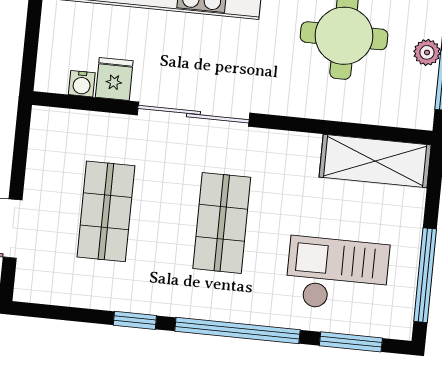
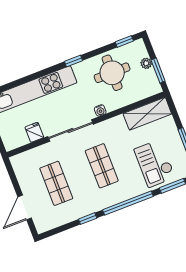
water cooler: (82, 84) -> (100, 110), moved
checkout: (337, 275) -> (155, 163), turned -90

